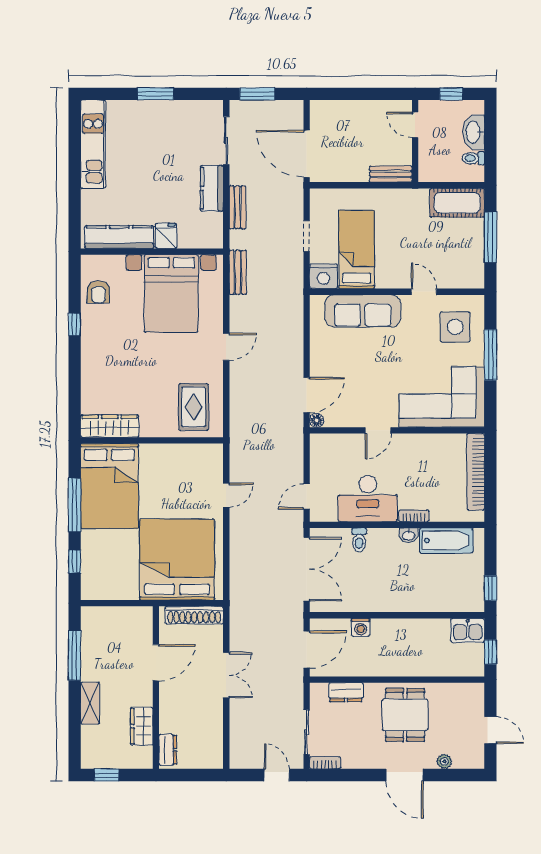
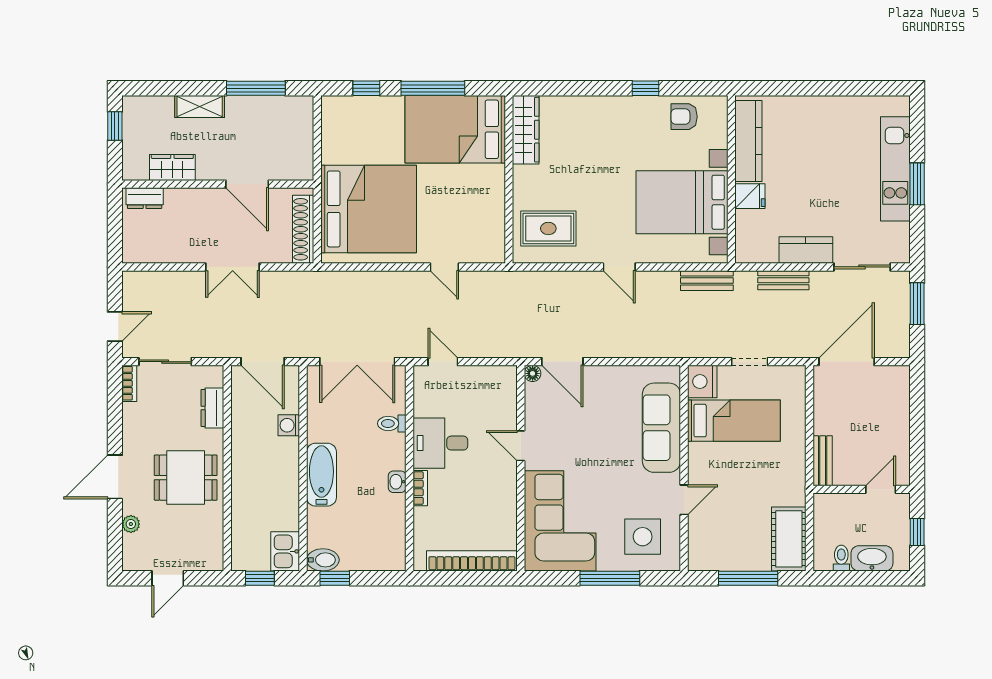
kitchen unit: (93, 144) -> (895, 169), moved, turned 90
desk: (368, 499) -> (440, 443), width x0.73
bathtub: (446, 540) -> (321, 475), moved, turned 180
bidet: (475, 598) -> (323, 560), added

